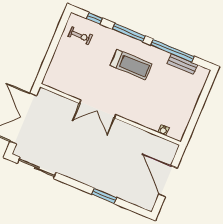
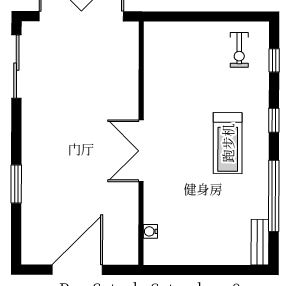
window: (129, 33) -> (274, 120), width x0.46
bench: (183, 64) -> (260, 242), moved
double door: (98, 109) -> (141, 151), moved

